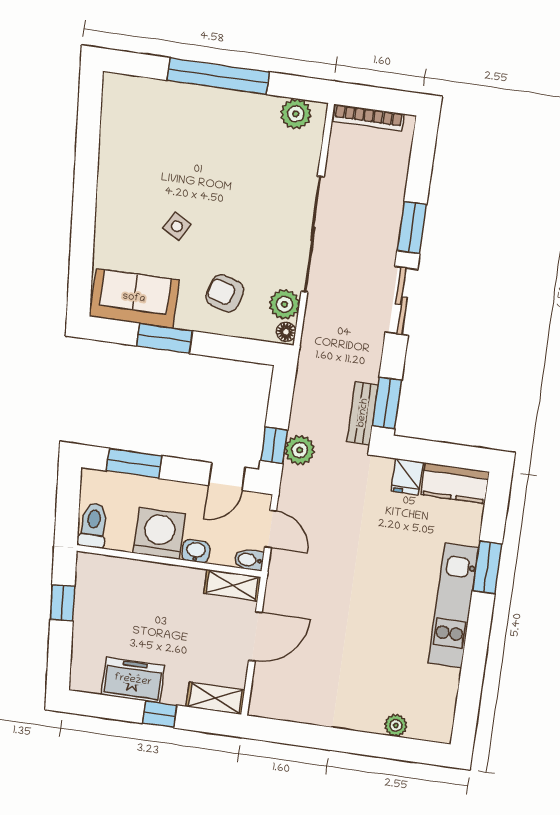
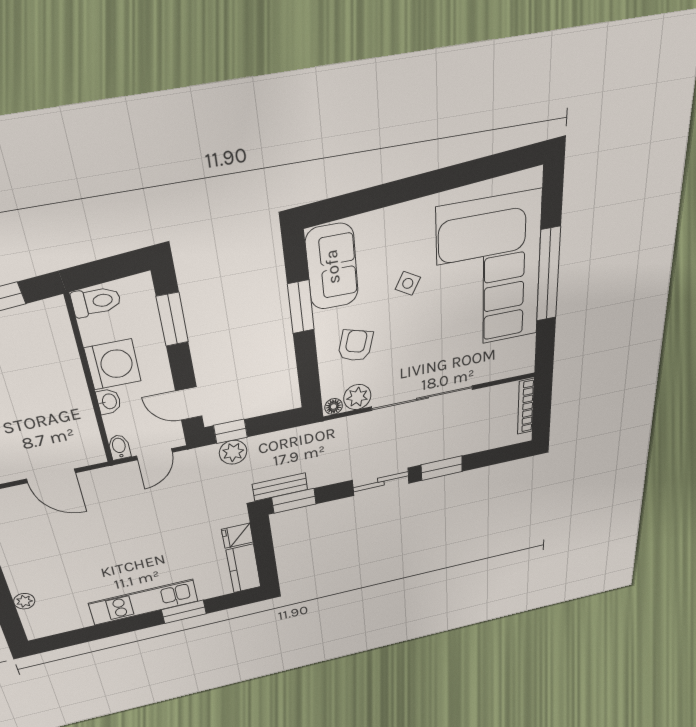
plant: (296, 114) -> (522, 350), removed
corner sofa: (195, 141) -> (489, 273), added
shelving: (232, 585) -> (90, 442), removed

